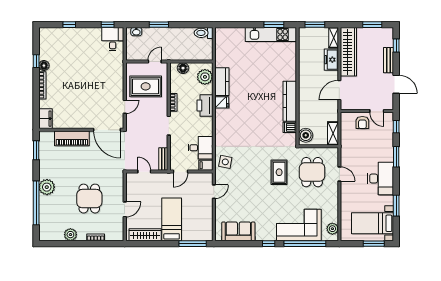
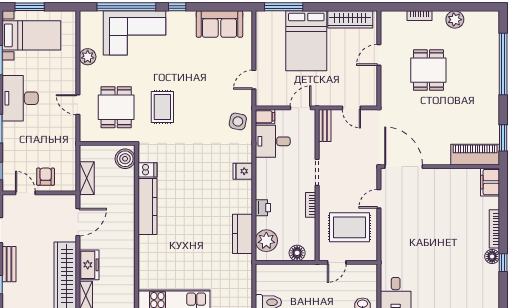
fridge: (222, 102) -> (243, 171), moved
printer: (205, 105) -> (263, 208), width x0.53, depth x0.68
shelving: (333, 133) -> (87, 178), moved
piano: (72, 138) -> (475, 155), moved
plant: (47, 187) -> (488, 86), removed
bed: (172, 219) -> (306, 41), width x1.50
plant: (332, 229) -> (88, 57), moved

